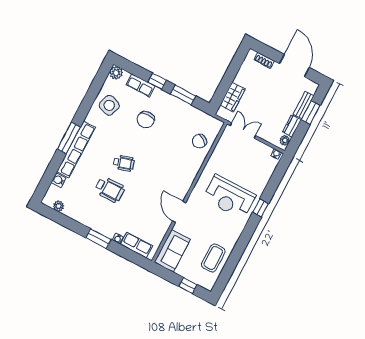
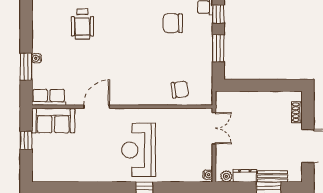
wardrobe: (233, 97) -> (243, 100), removed
chair: (199, 141) -> (180, 90), turned 141
wheelchair: (124, 163) -> (117, 24), removed
window: (99, 239) -> (26, 67), moved
row of seats: (137, 245) -> (49, 97), moved, turned -90
coffee table: (213, 258) -> (68, 166), removed
window: (188, 286) -> (26, 140), moved

